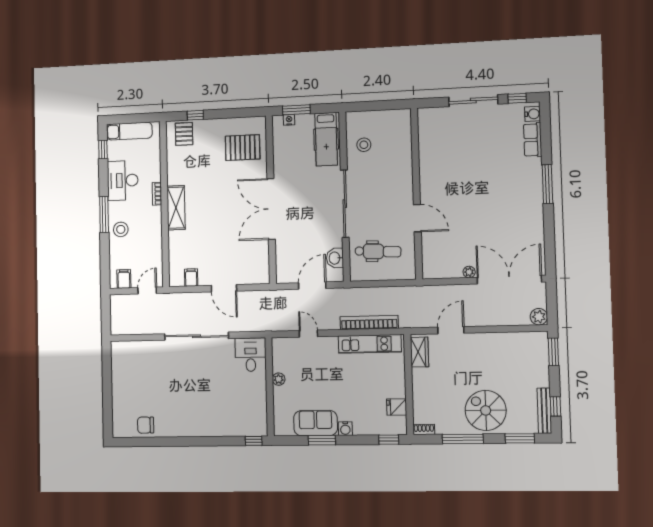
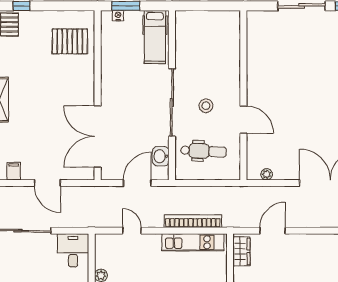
stool: (364, 145) -> (206, 106), moved
double door: (271, 209) -> (98, 137), moved
plant: (469, 272) -> (267, 174), moved

